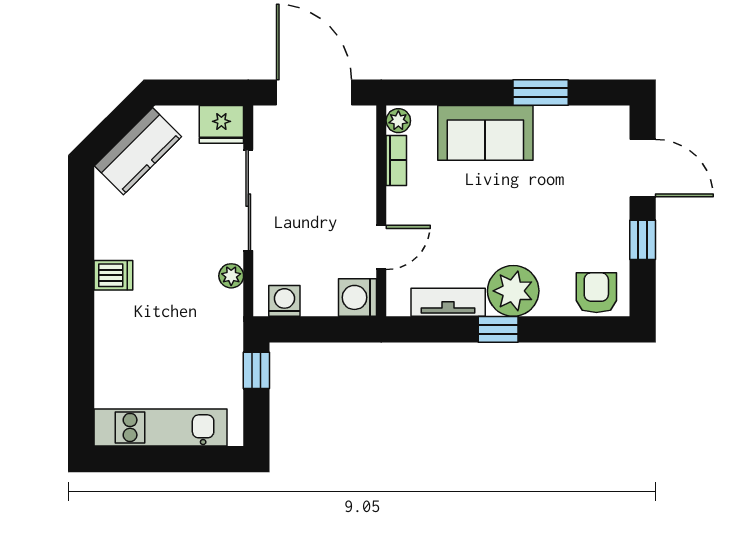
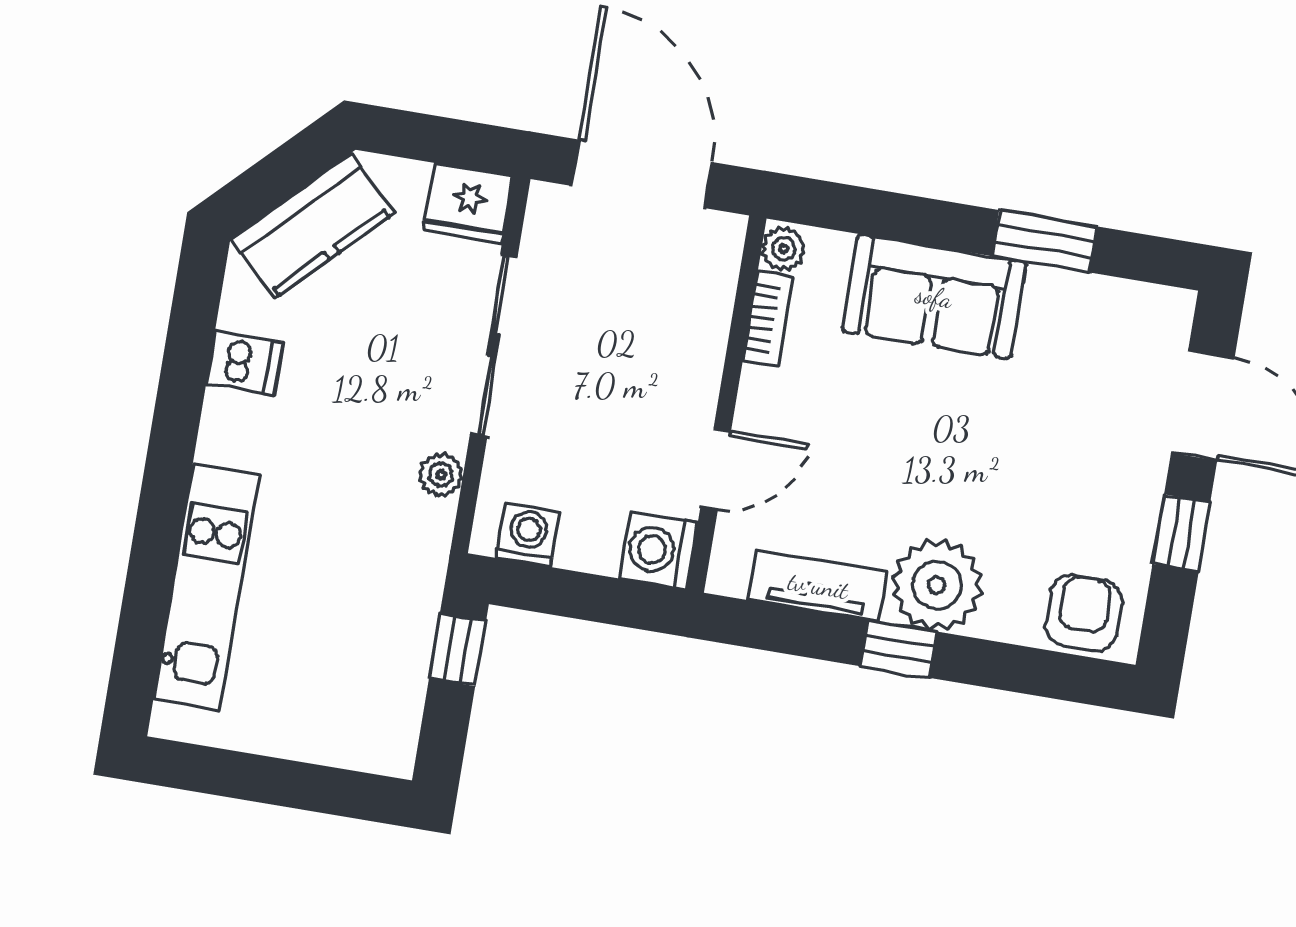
dishwasher: (113, 275) -> (245, 363), moved
kitchen unit: (161, 427) -> (206, 587), moved, turned 90

